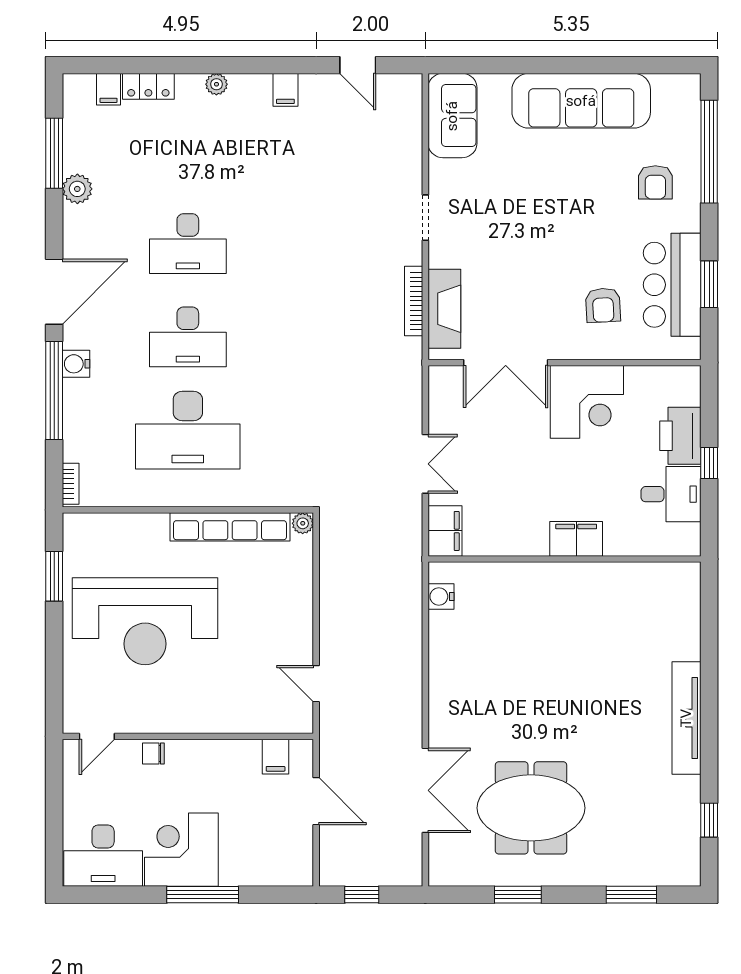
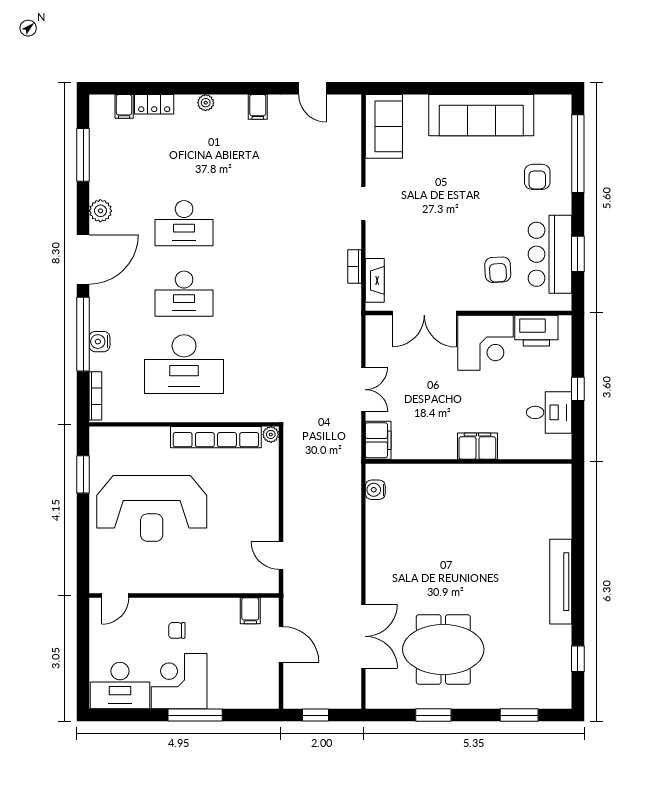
plant: (77, 189) -> (100, 211), moved
bookcase: (414, 301) -> (355, 266), width x0.64
fireplace: (444, 309) -> (375, 280), width x0.73, depth x0.76
water cooler: (76, 364) -> (99, 342), moved
printer: (680, 436) -> (536, 331), moved, turned -90
bookcase: (71, 484) -> (95, 396), width x1.56
chair: (153, 754) -> (177, 630), moved

